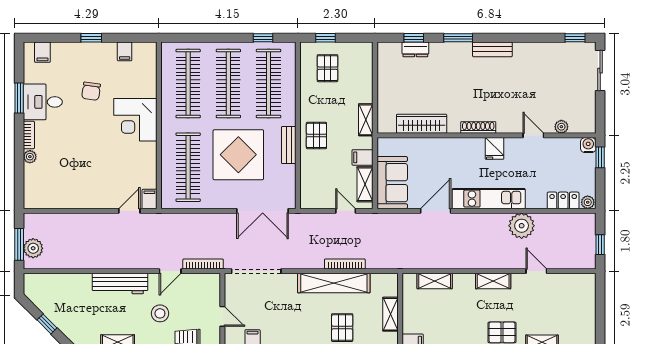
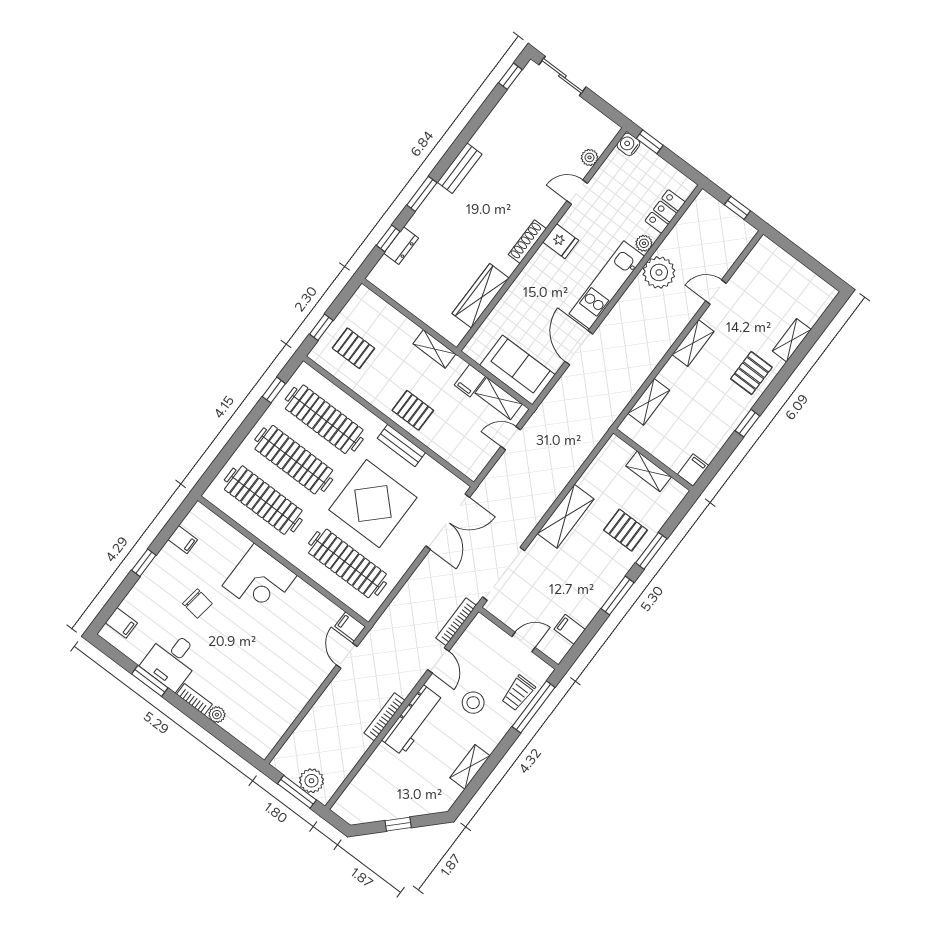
plant: (588, 202) -> (644, 243), moved
bookcase: (345, 264) -> (384, 717), moved
shelving: (334, 283) -> (566, 516), width x0.68

